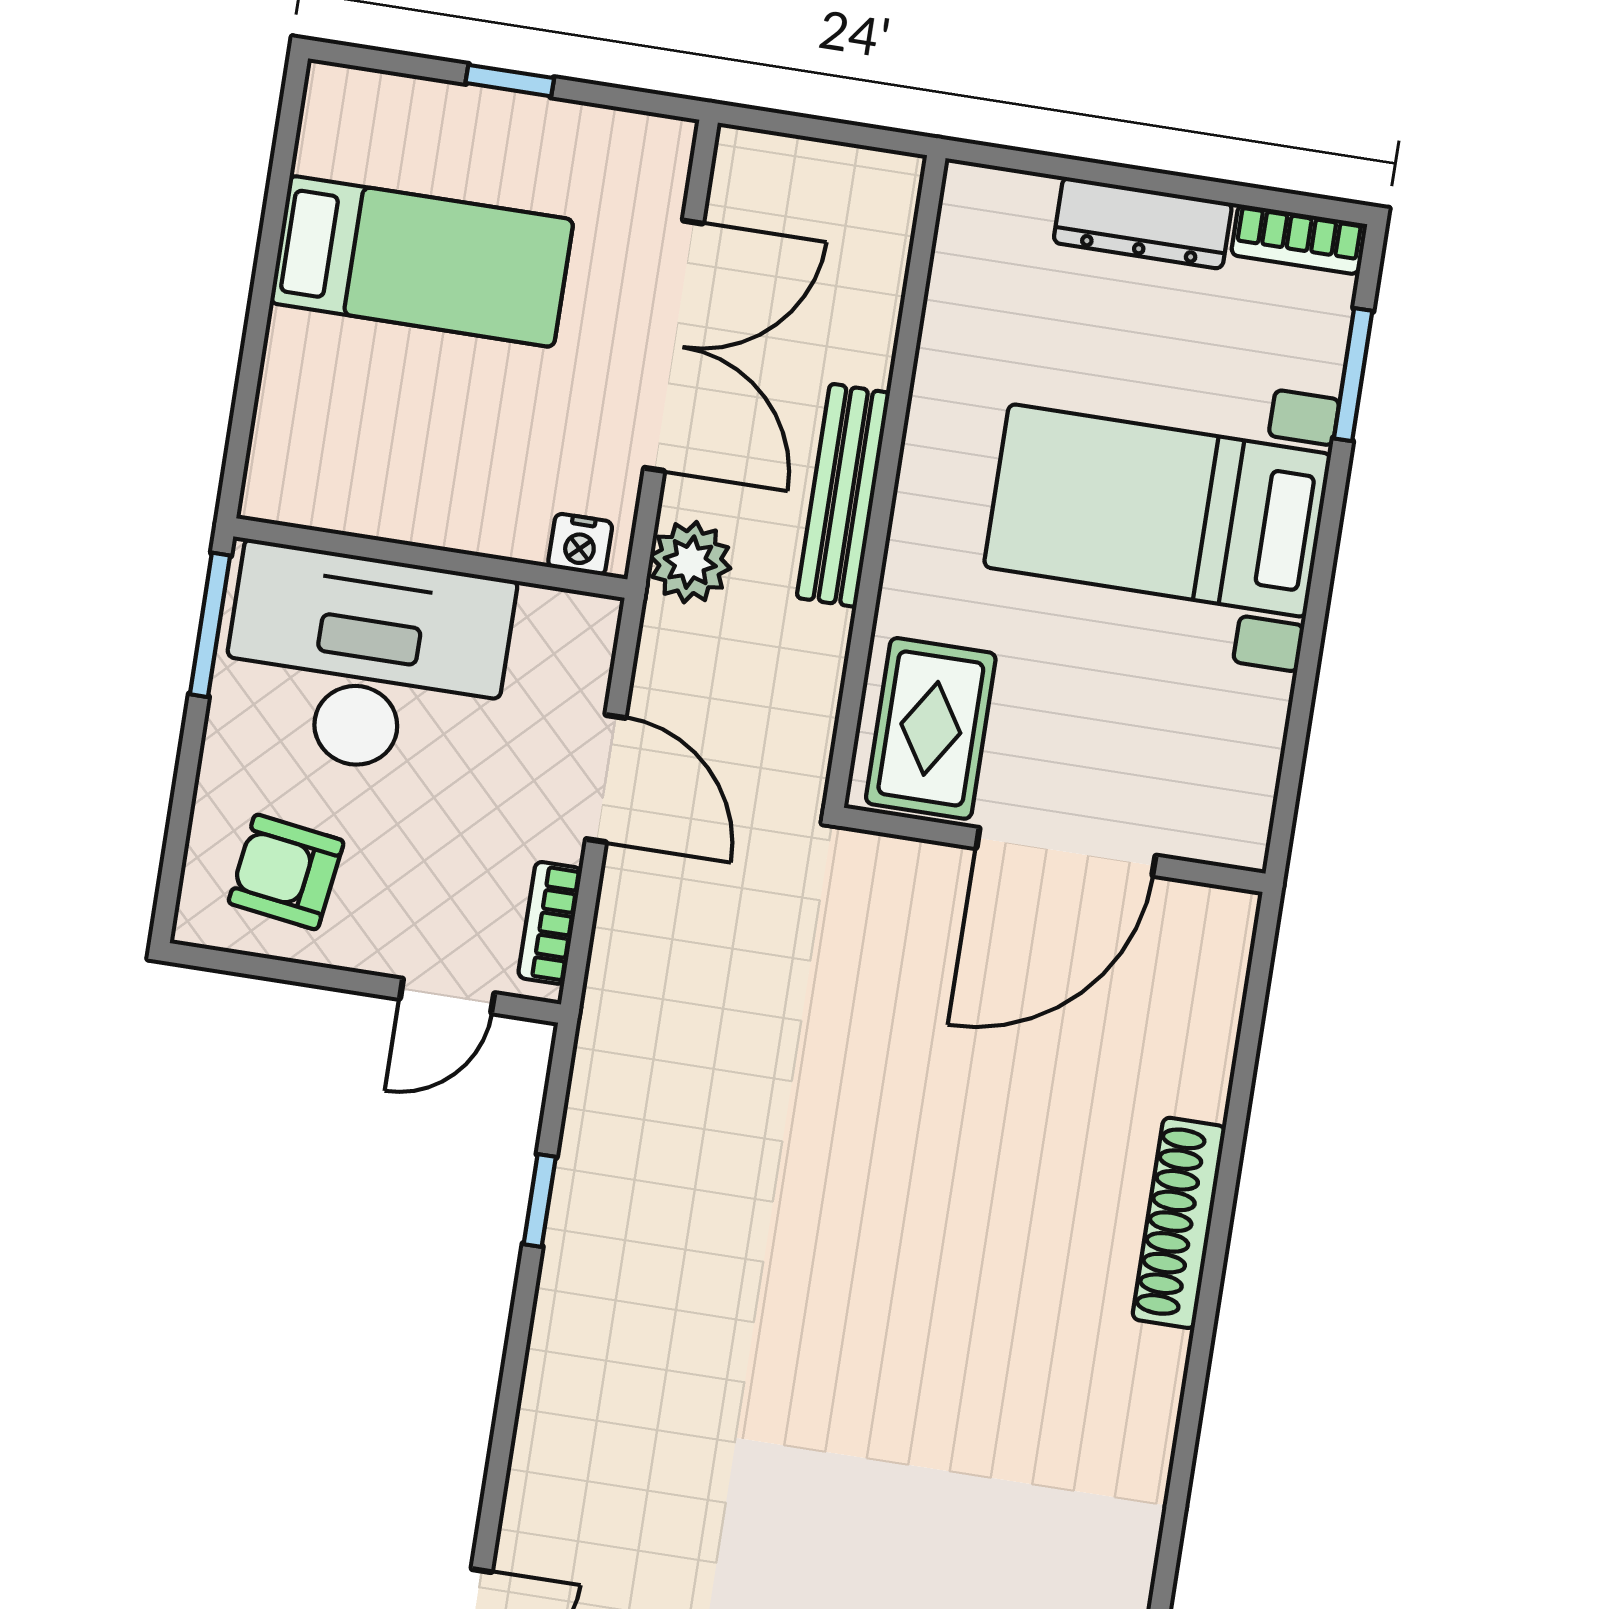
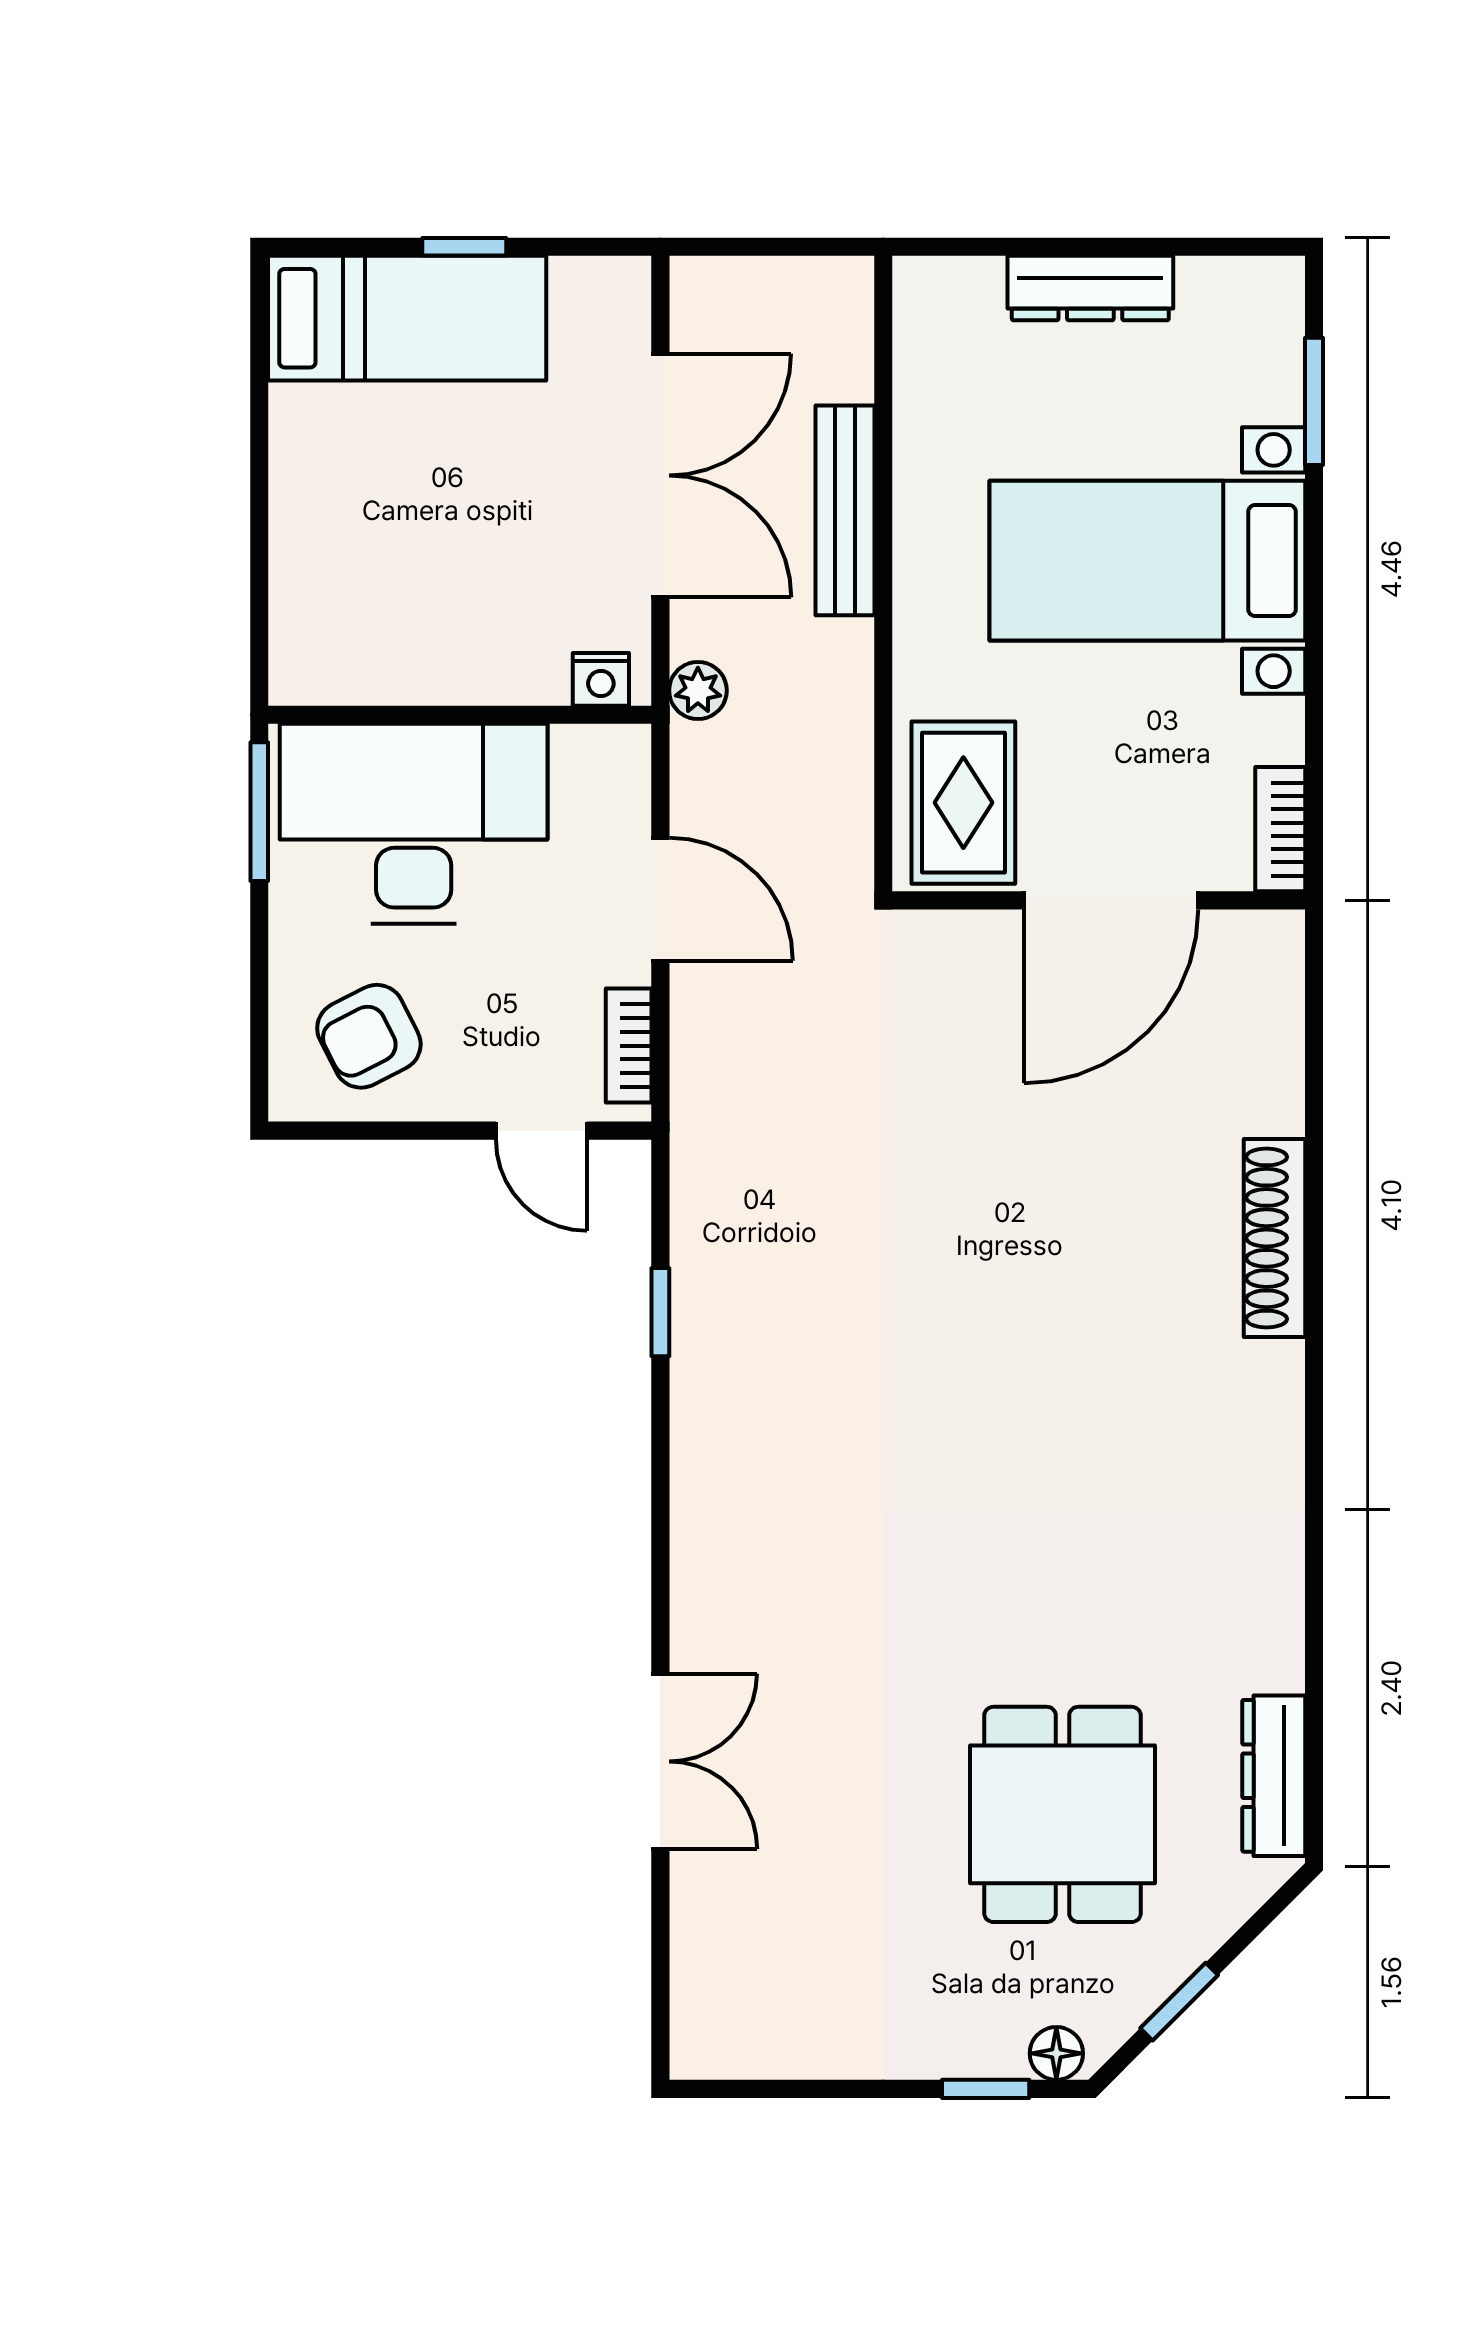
bookcase: (1298, 239) -> (1280, 829), moved, turned 90
bed: (422, 261) -> (407, 318), moved
bench: (843, 495) -> (845, 510), moved
plant: (690, 562) -> (698, 691), width x0.73, depth x0.73
armchair: (286, 872) -> (369, 1036), turned -35
door: (447, 996) -> (541, 1131), hinge flipped

